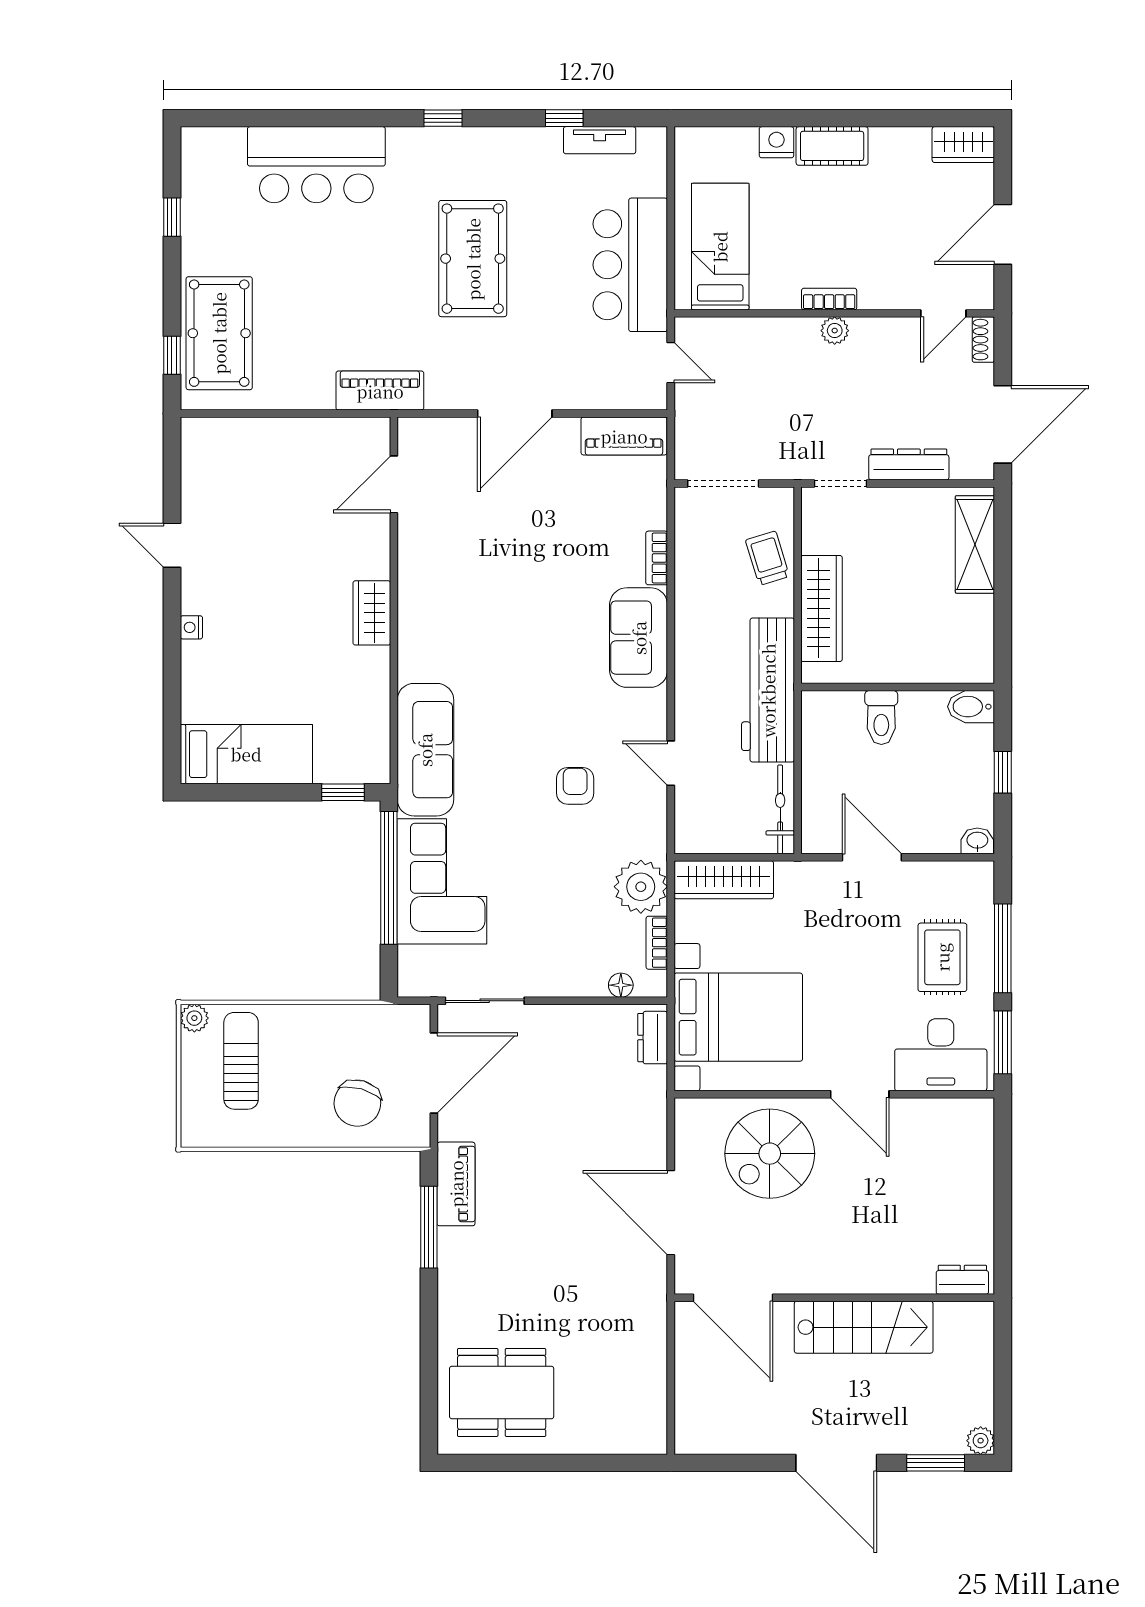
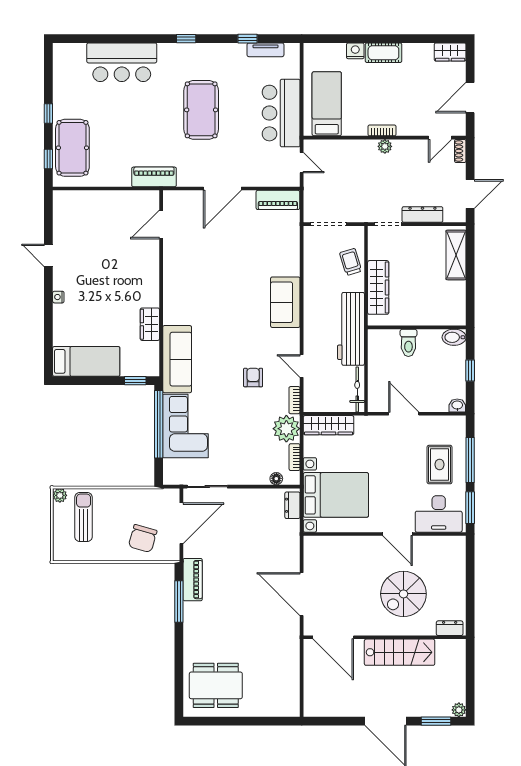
window: (172, 217) -> (48, 114), moved
door: (1003, 424) -> (470, 194), width x0.73
bookcase: (657, 558) -> (294, 400), moved
wardrobe: (372, 613) -> (150, 324), moved
spiral stairs: (770, 1154) -> (403, 594), moved

